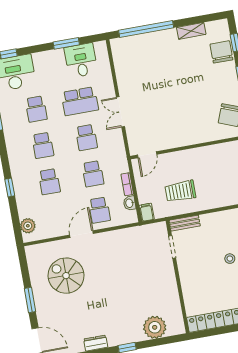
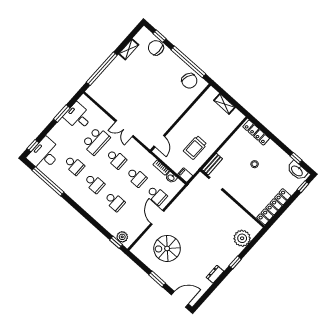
window: (10, 187) -> (116, 242), moved

